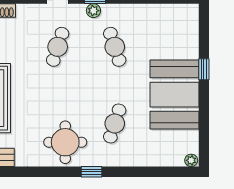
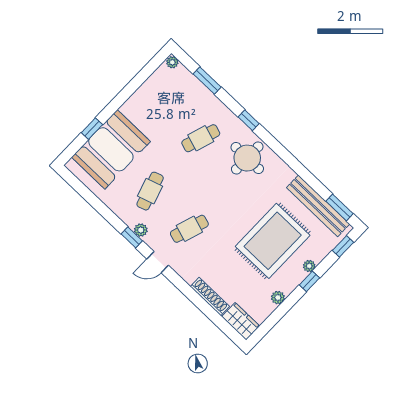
window: (204, 69) -> (92, 129), moved
booth: (175, 95) -> (111, 149), moved
window: (152, 172) -> (207, 80), added

